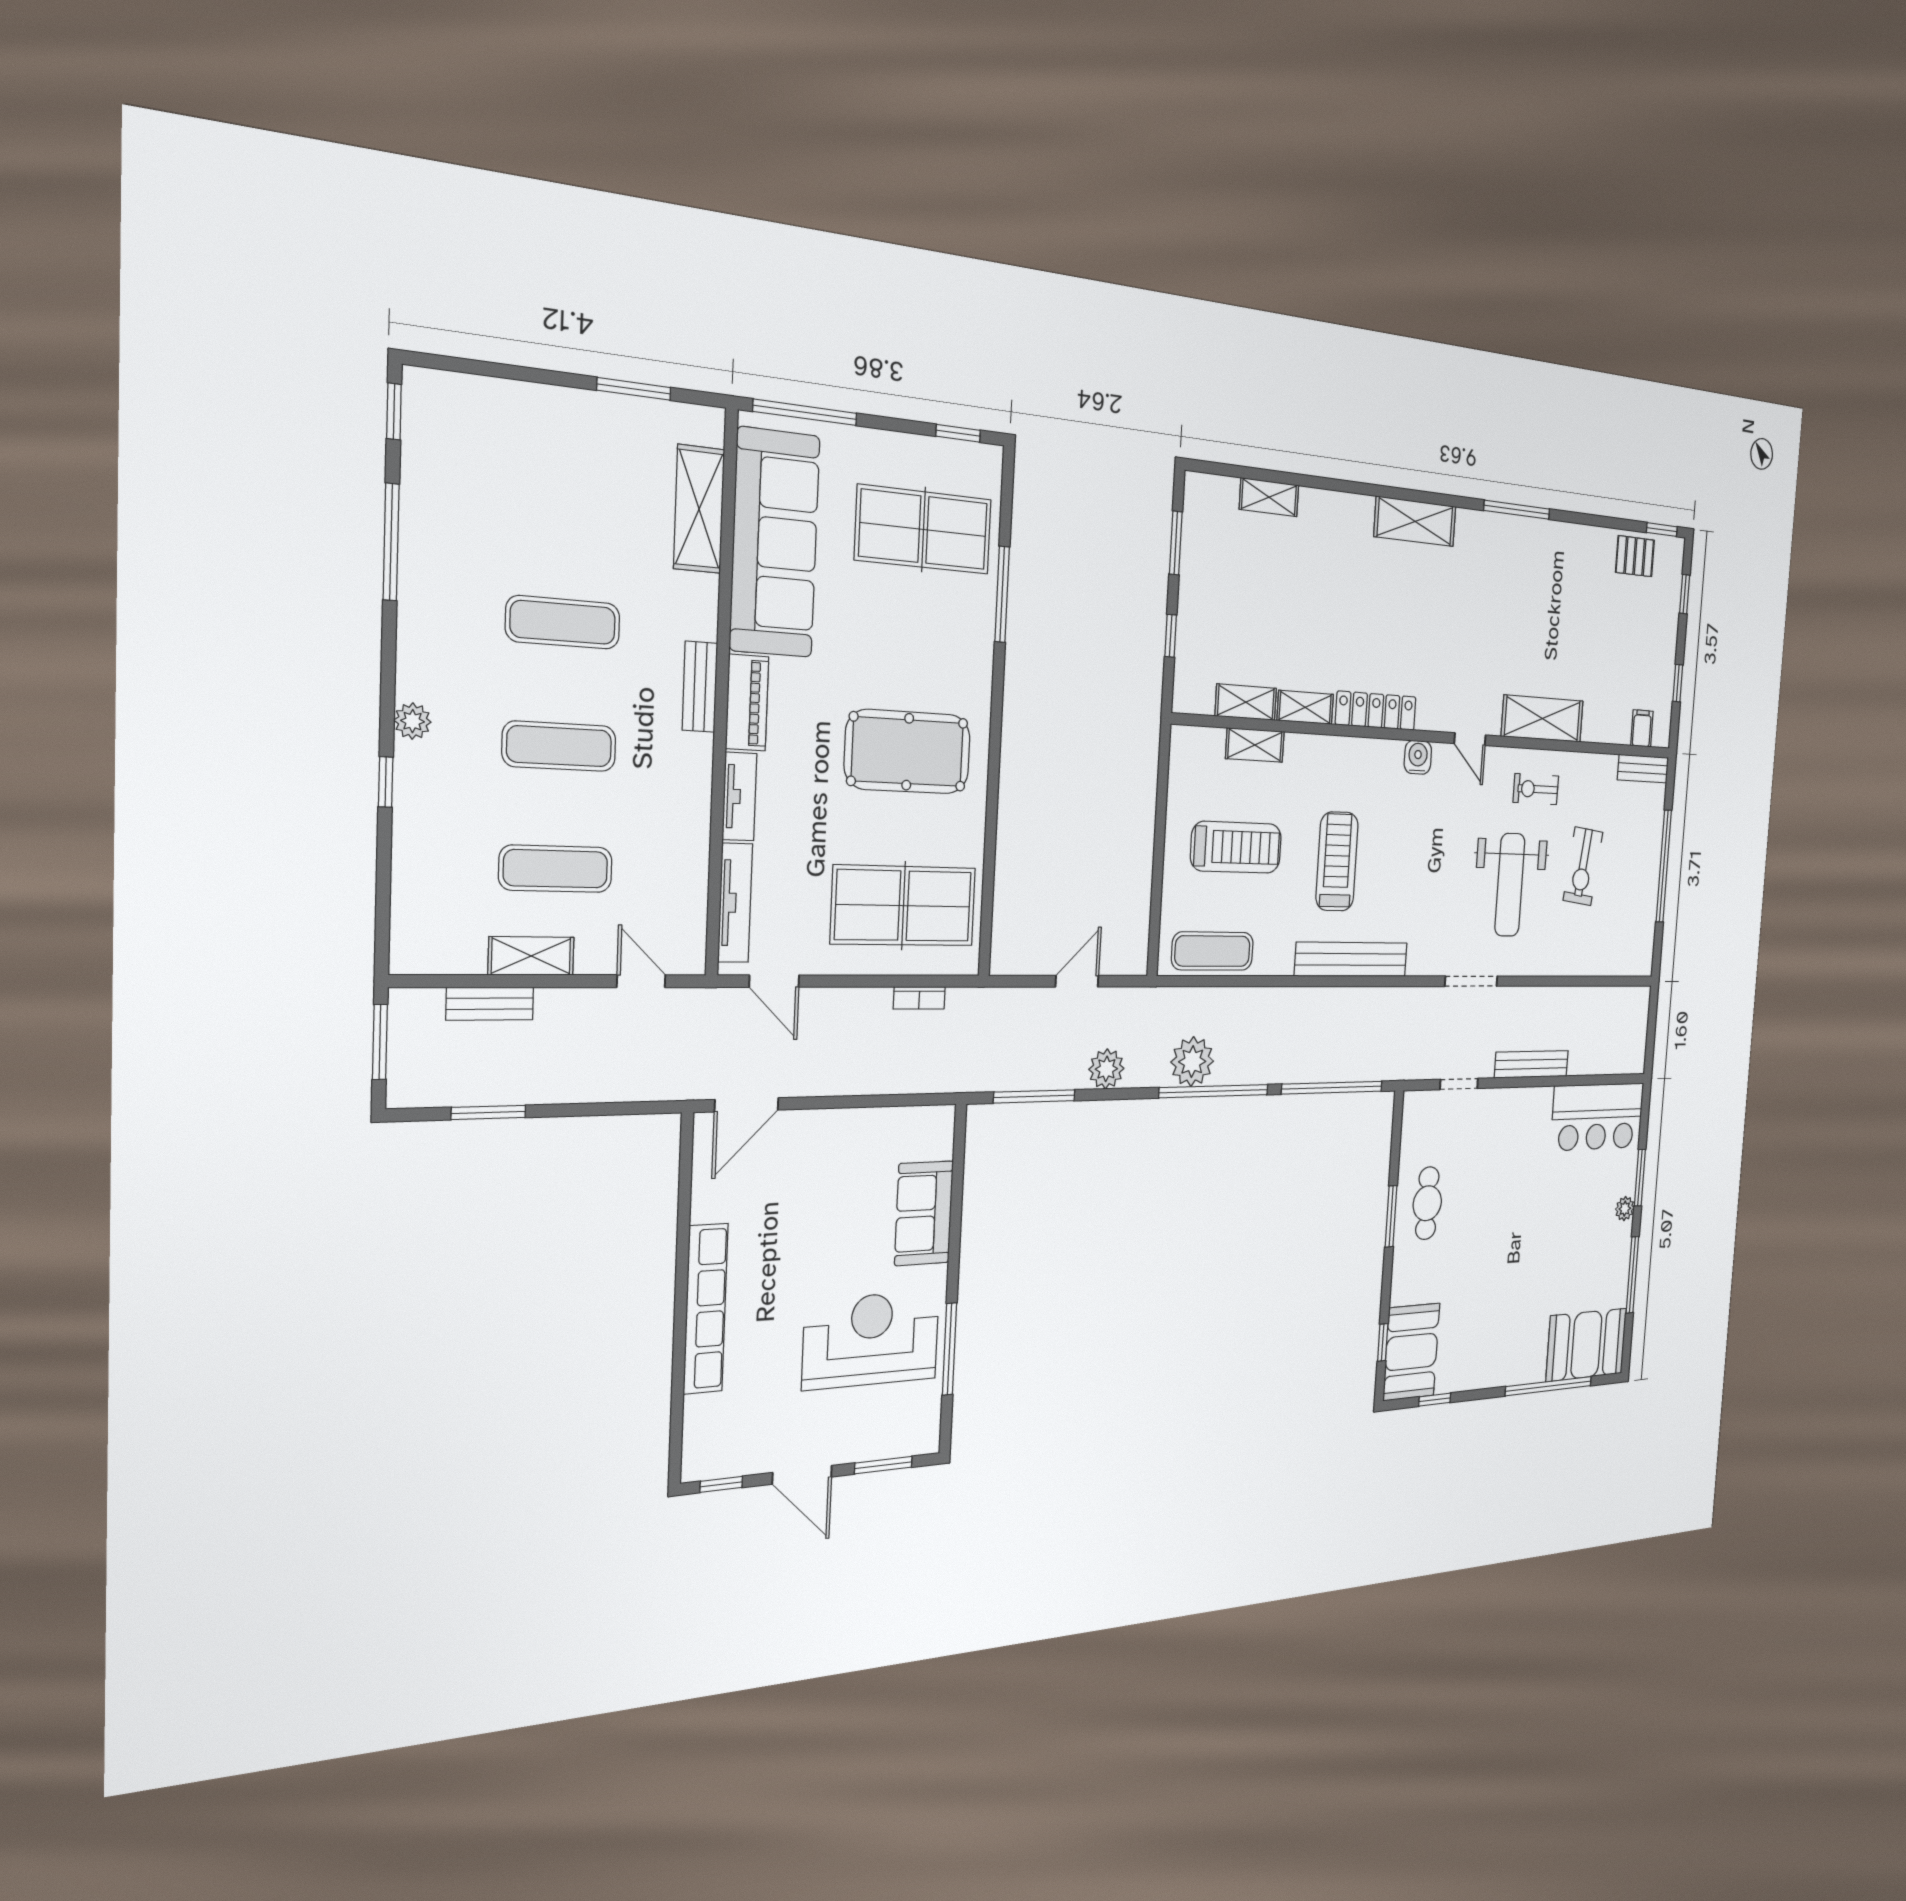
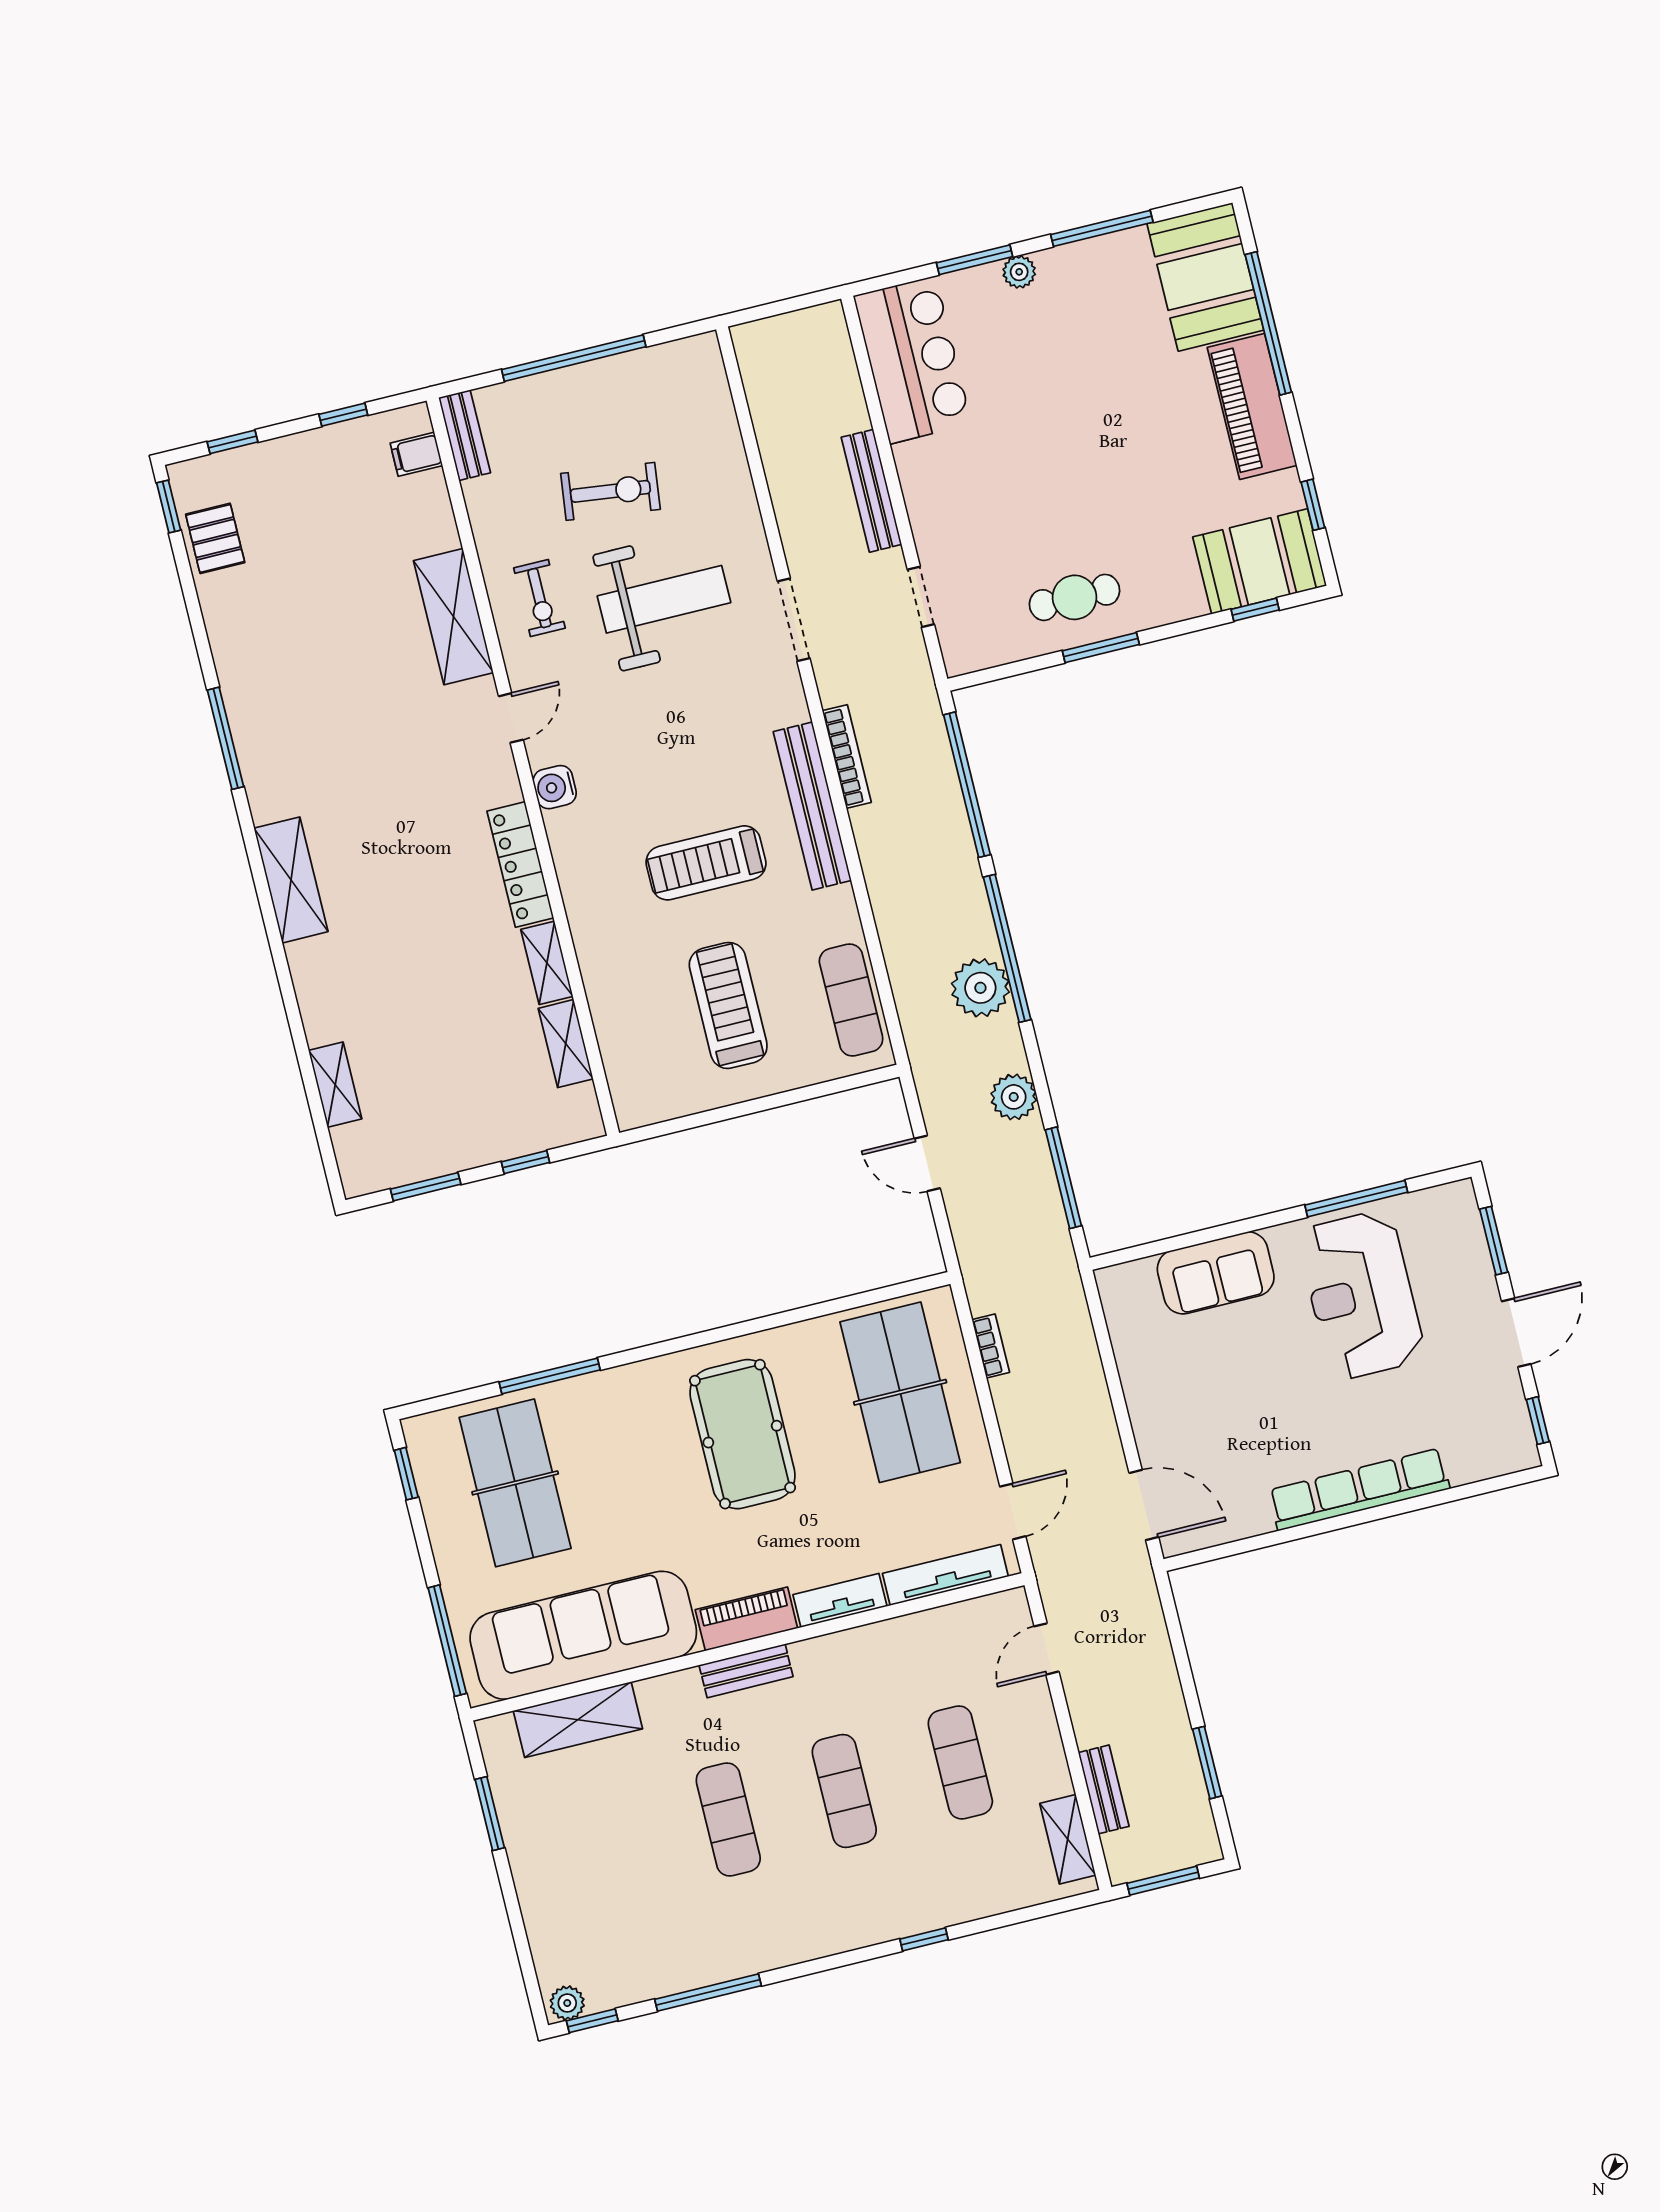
plant: (413, 721) -> (567, 2003), moved
shelving: (1255, 745) -> (609, 1017), removed
shelving: (531, 956) -> (1068, 1839), moved
bookcase: (1376, 997) -> (847, 757), added
piano: (1505, 1365) -> (1252, 406), added

